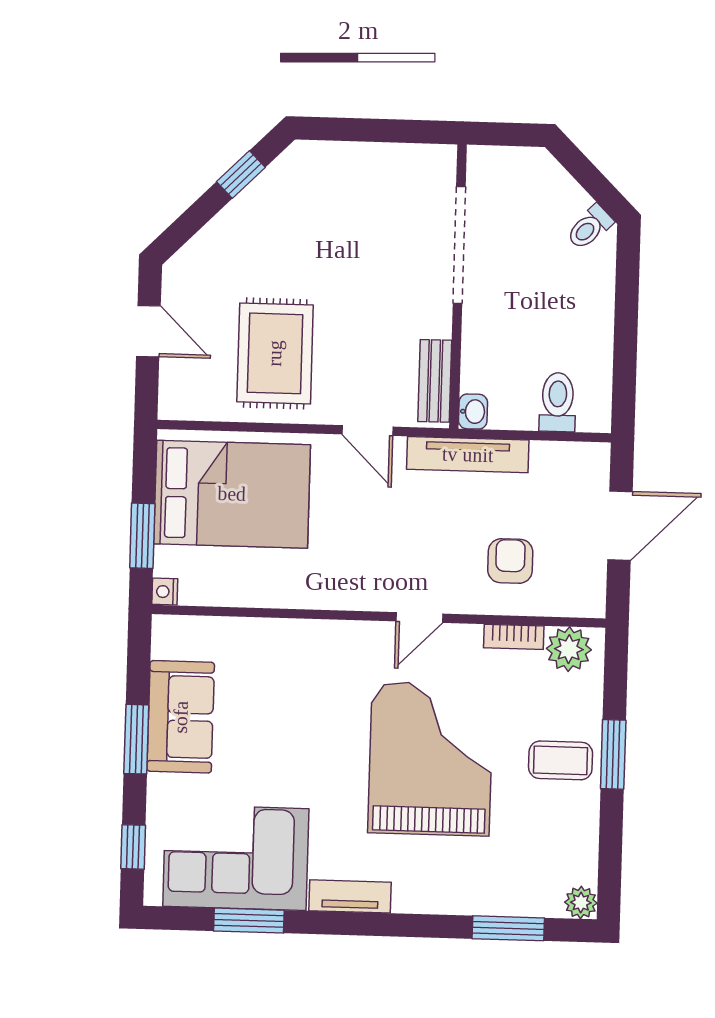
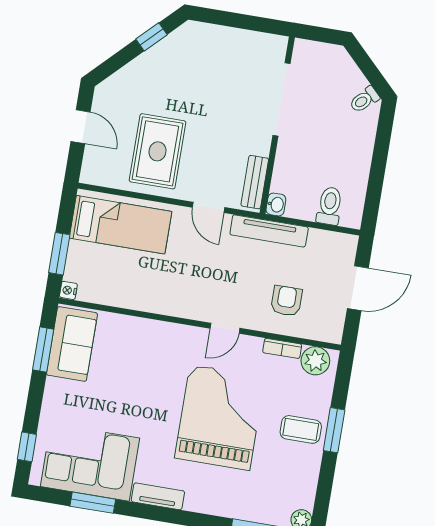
bed: (232, 494) -> (120, 225), width x0.67
sofa: (181, 717) -> (72, 344), moved
window: (136, 739) -> (43, 349), moved

